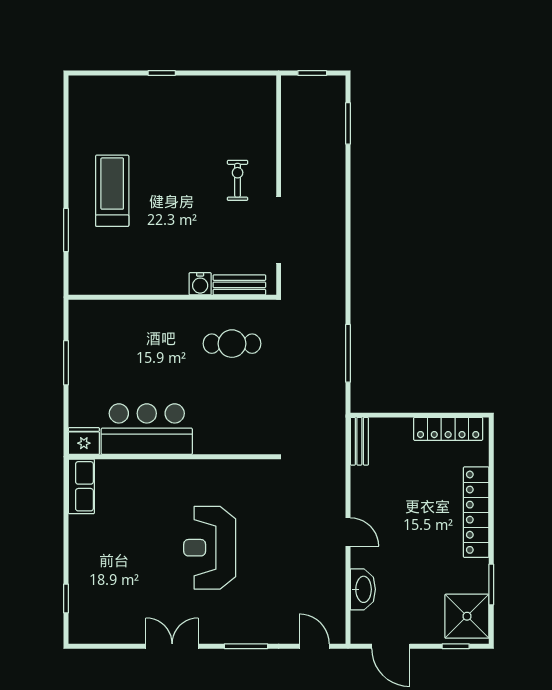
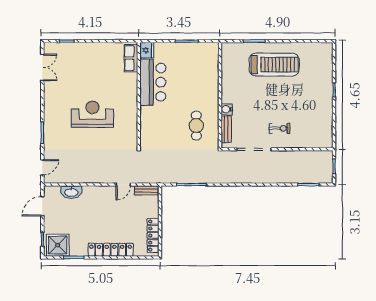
treadmill: (112, 191) -> (274, 65), width x1.37, depth x1.38
row of seats: (81, 486) -> (131, 58), moved, turned 90
door: (348, 532) -> (123, 185), moved
double door: (172, 646) -> (42, 68), moved

